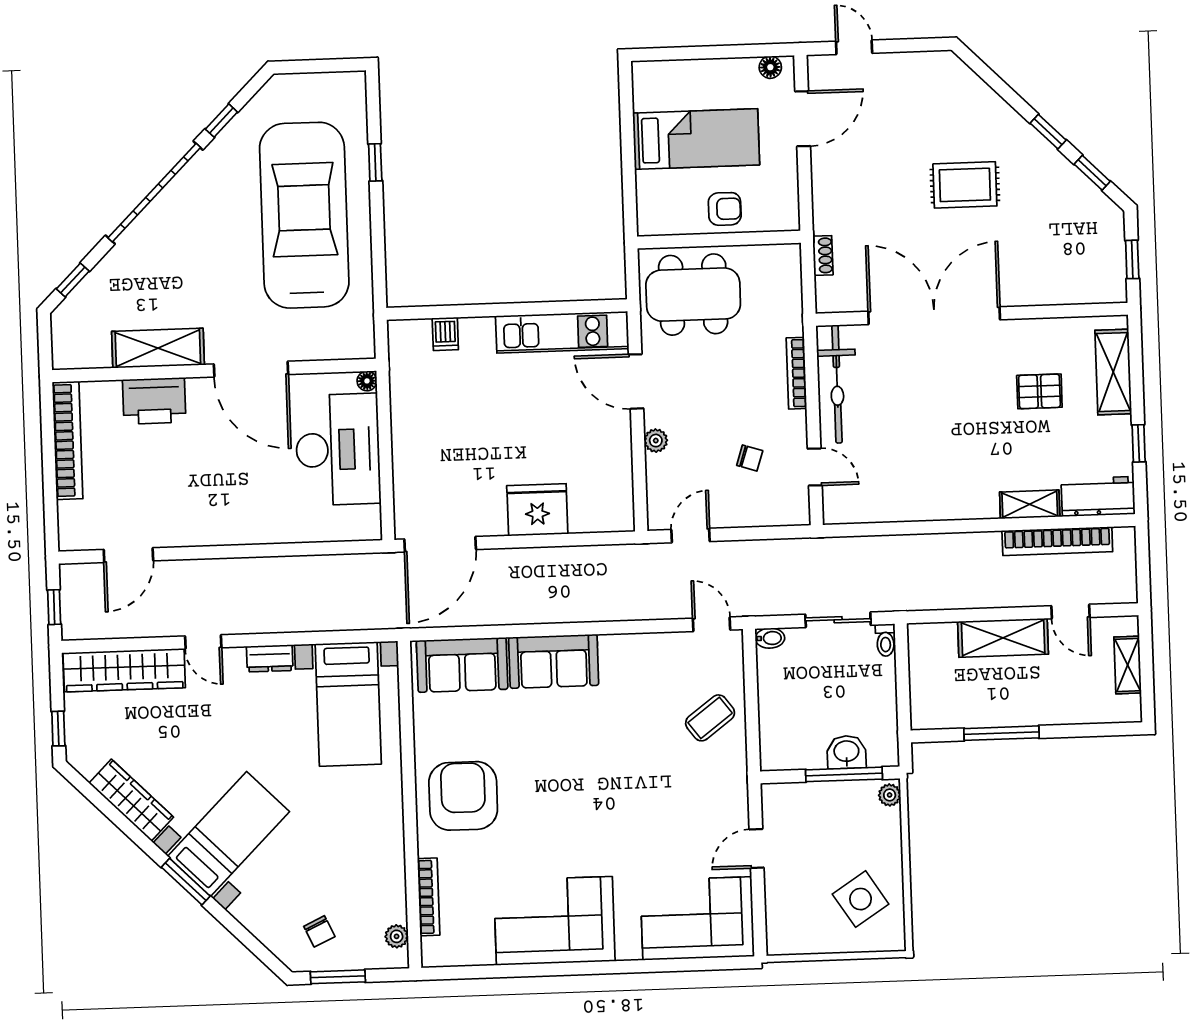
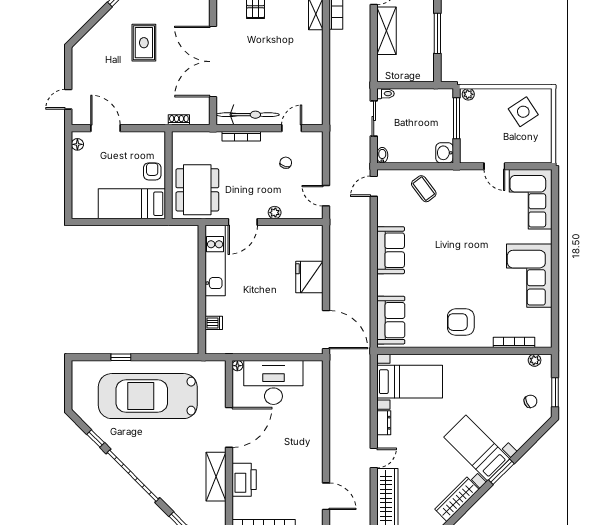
bed: (696, 139) -> (132, 204), moved, turned -90
sofa: (554, 661) -> (391, 250), moved
washbasin: (846, 752) -> (445, 153), moved
armchair: (463, 796) -> (461, 322), width x0.73, depth x0.73

